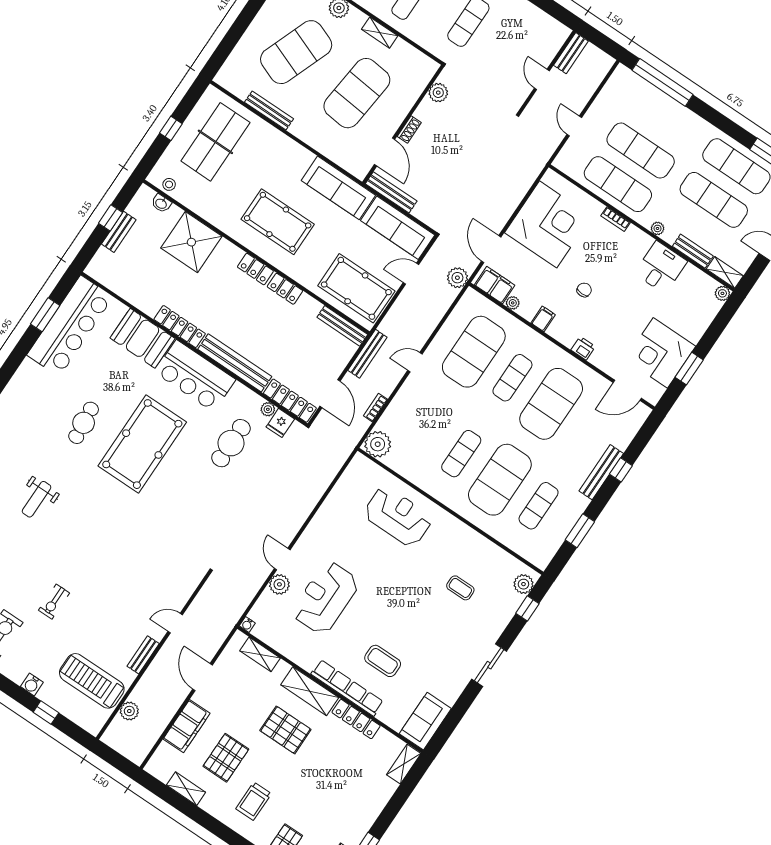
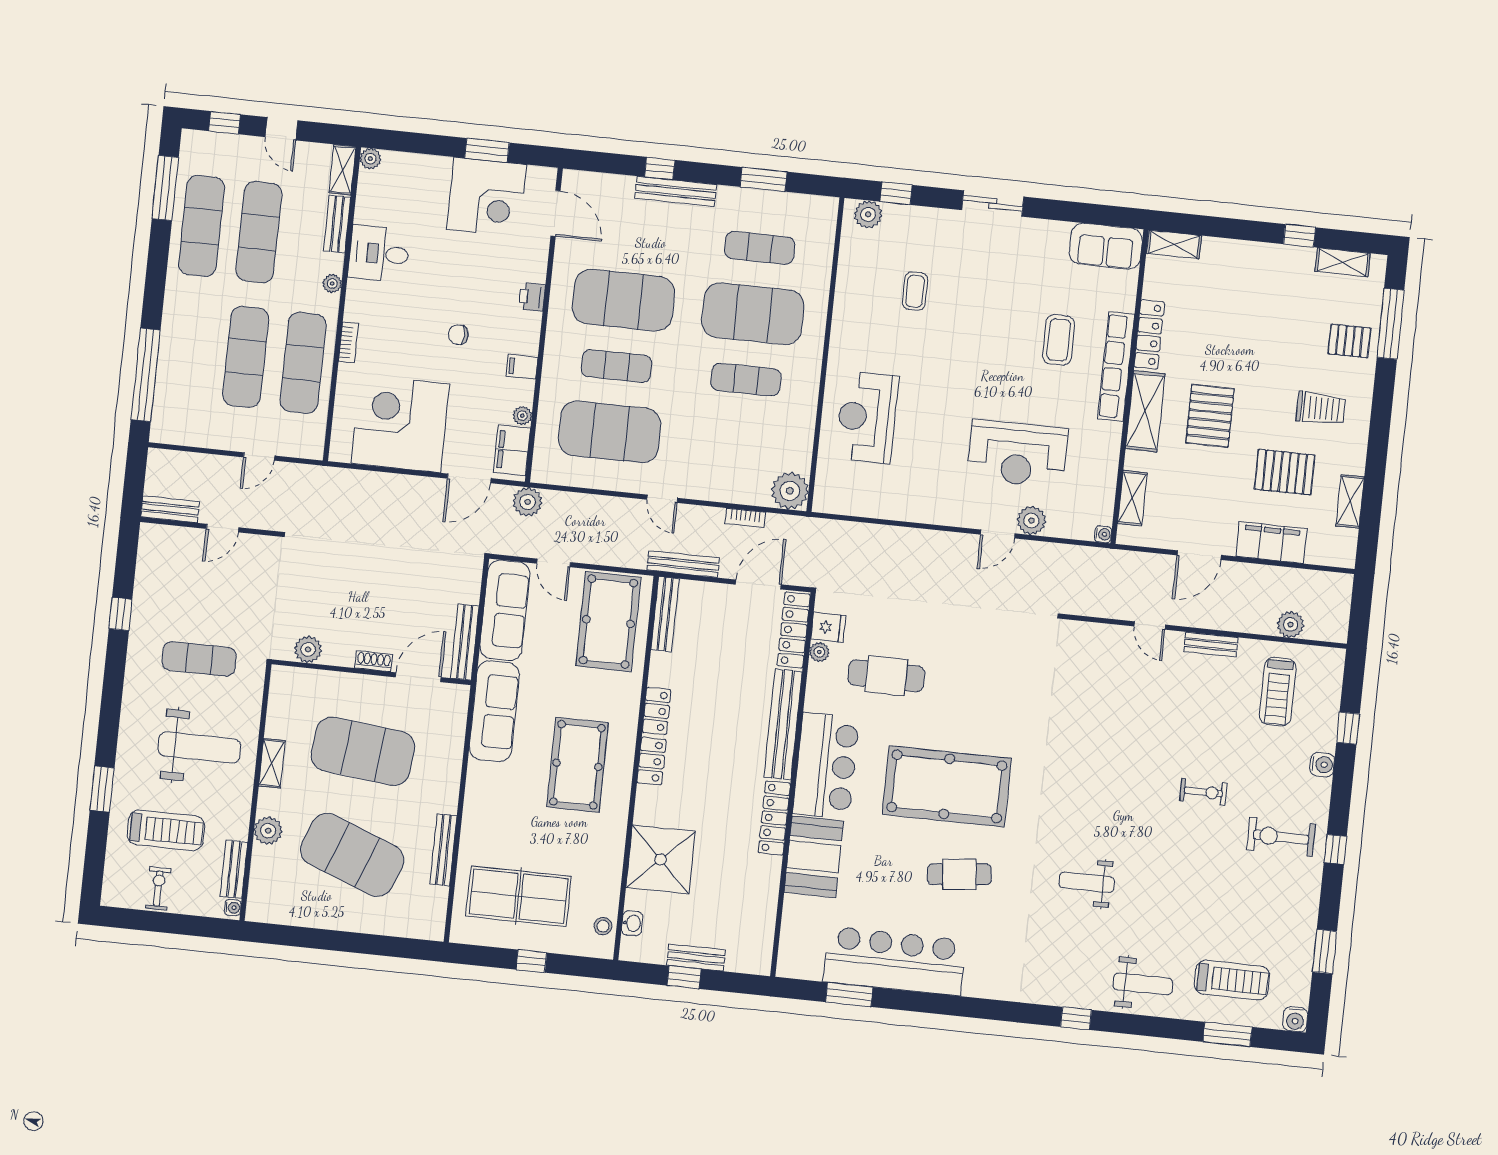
bar counter: (70, 326) -> (895, 961), moved
weight bench: (37, 499) -> (1087, 882), turned 180
treadmill: (92, 681) -> (1278, 692), width x0.73, depth x0.73

